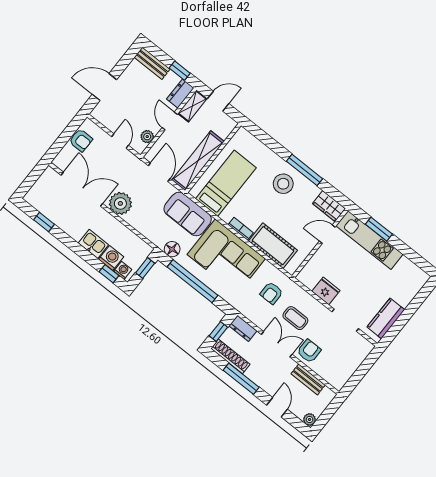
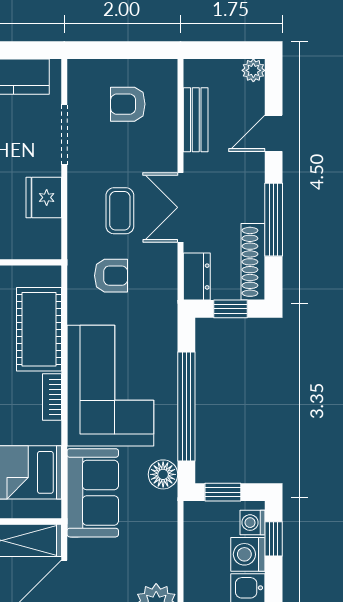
armchair: (309, 351) -> (128, 104), moved

